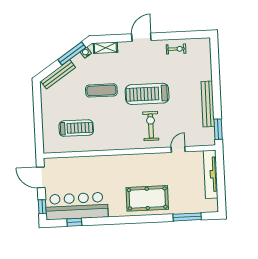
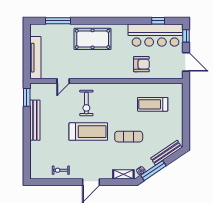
armchair: (91, 173) -> (141, 64), added

